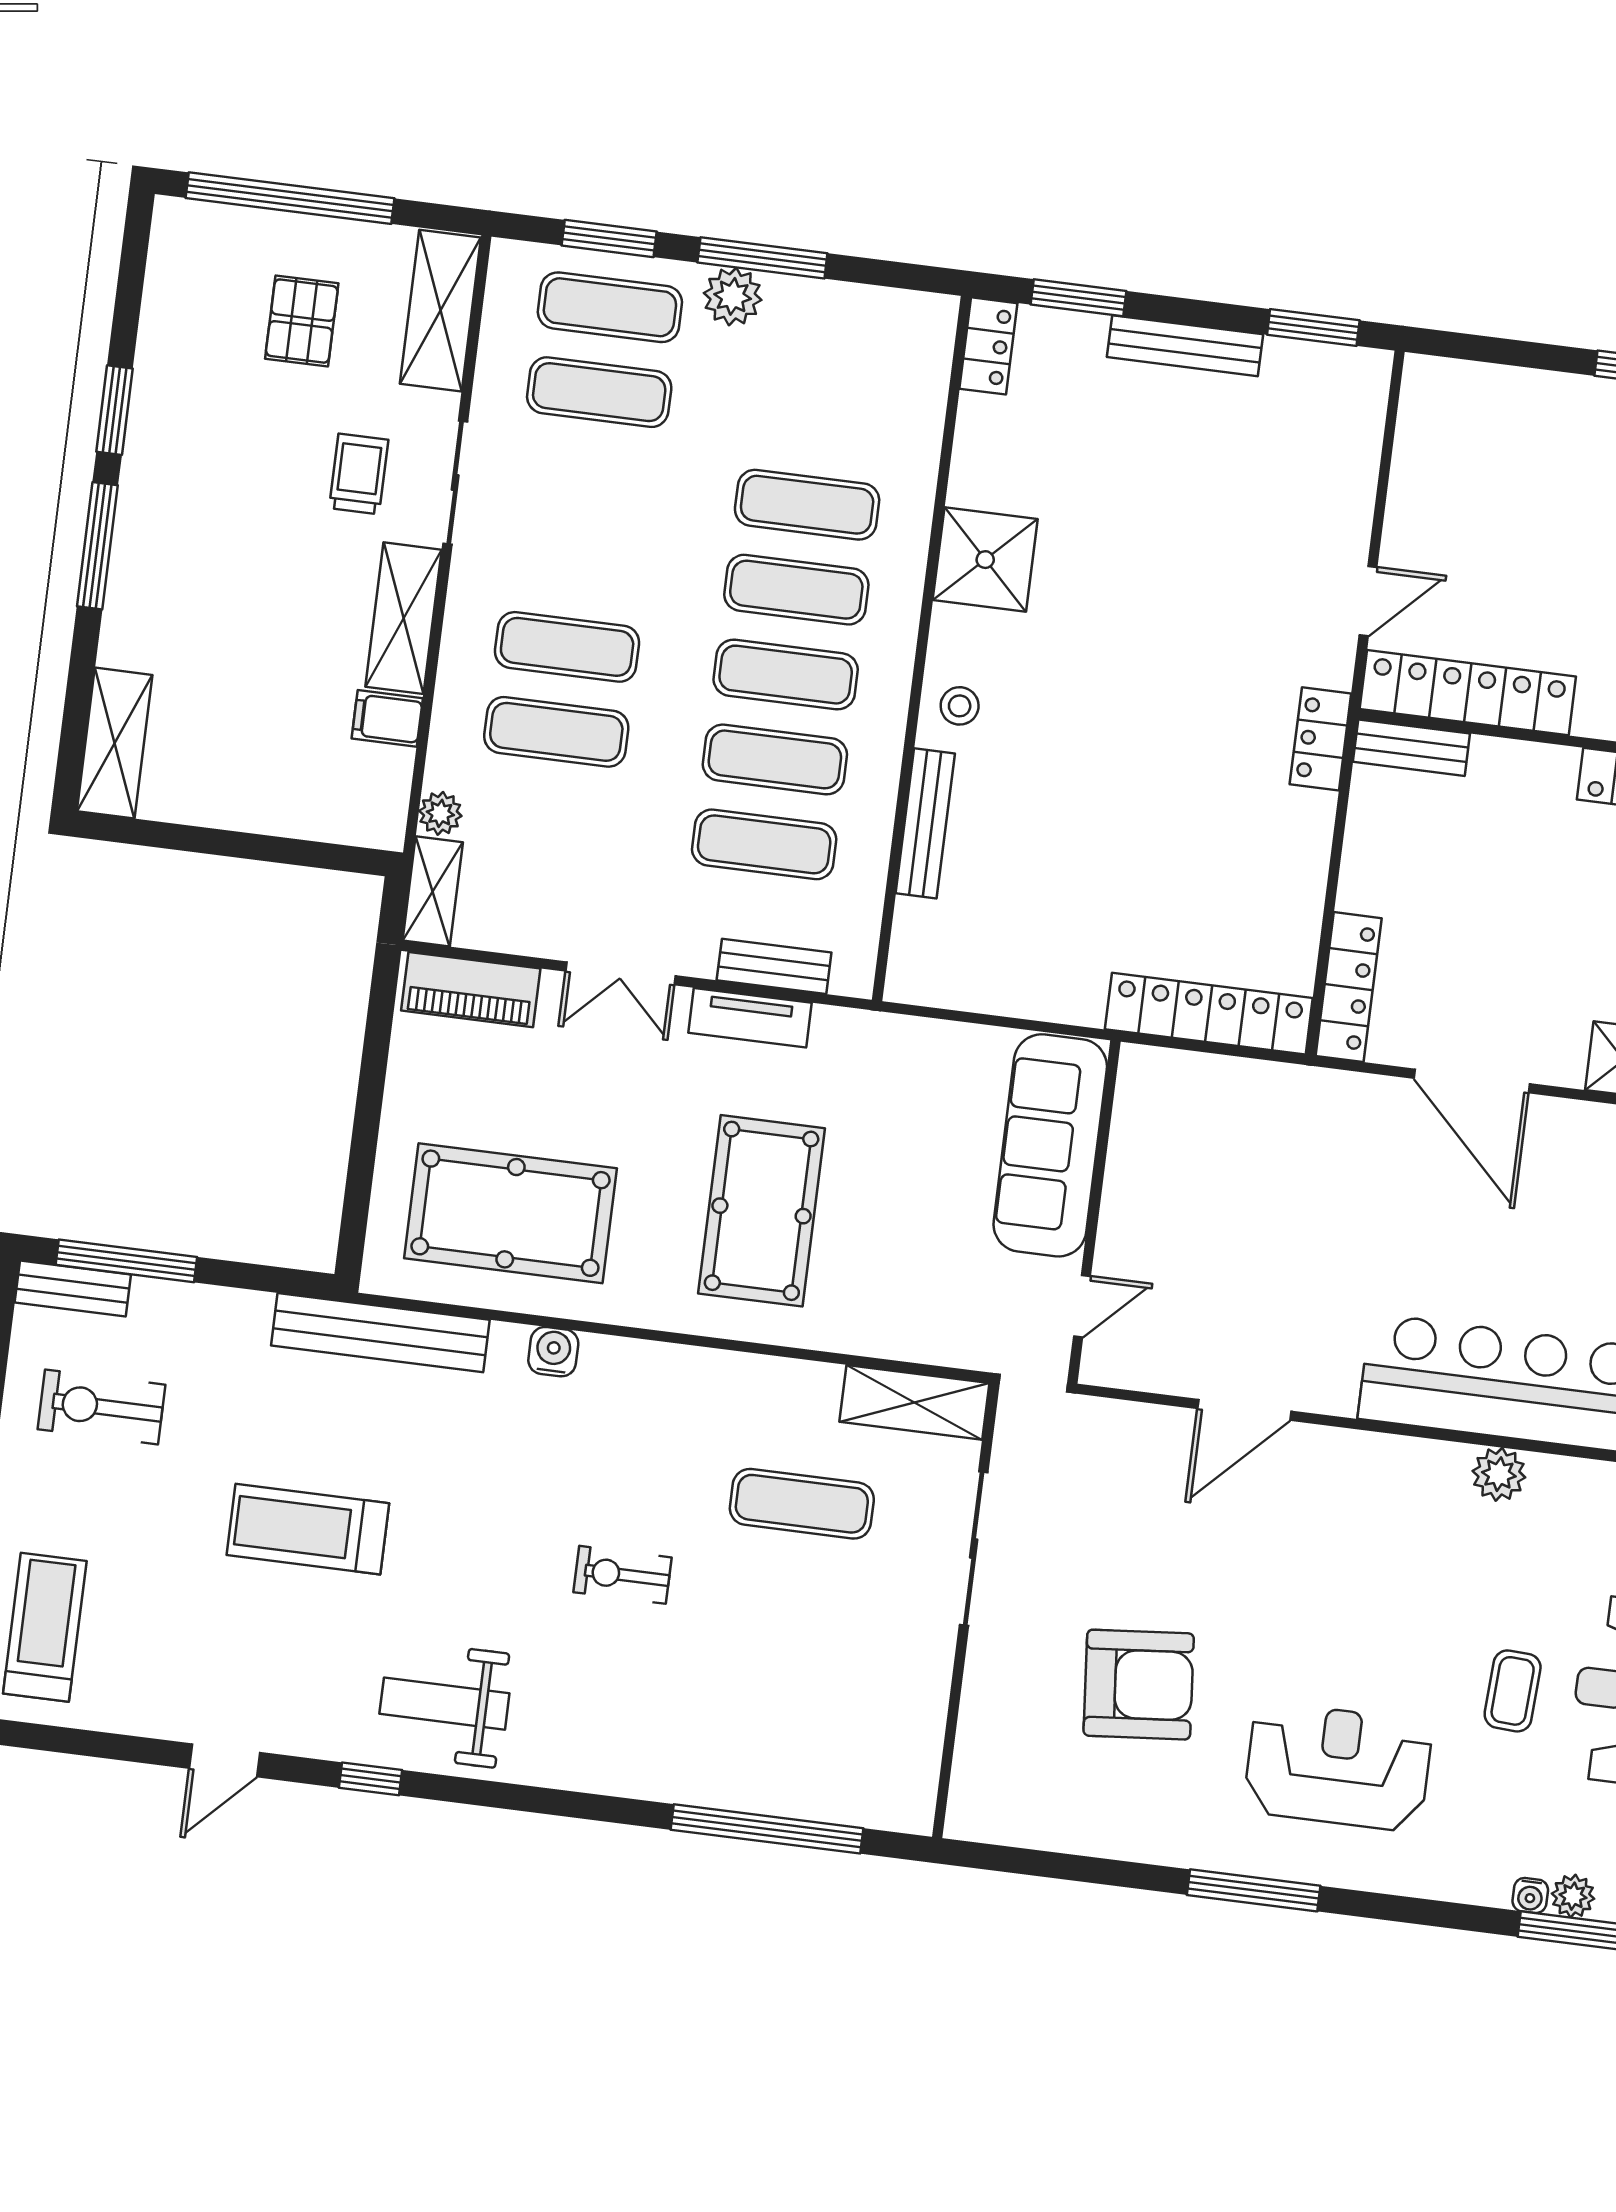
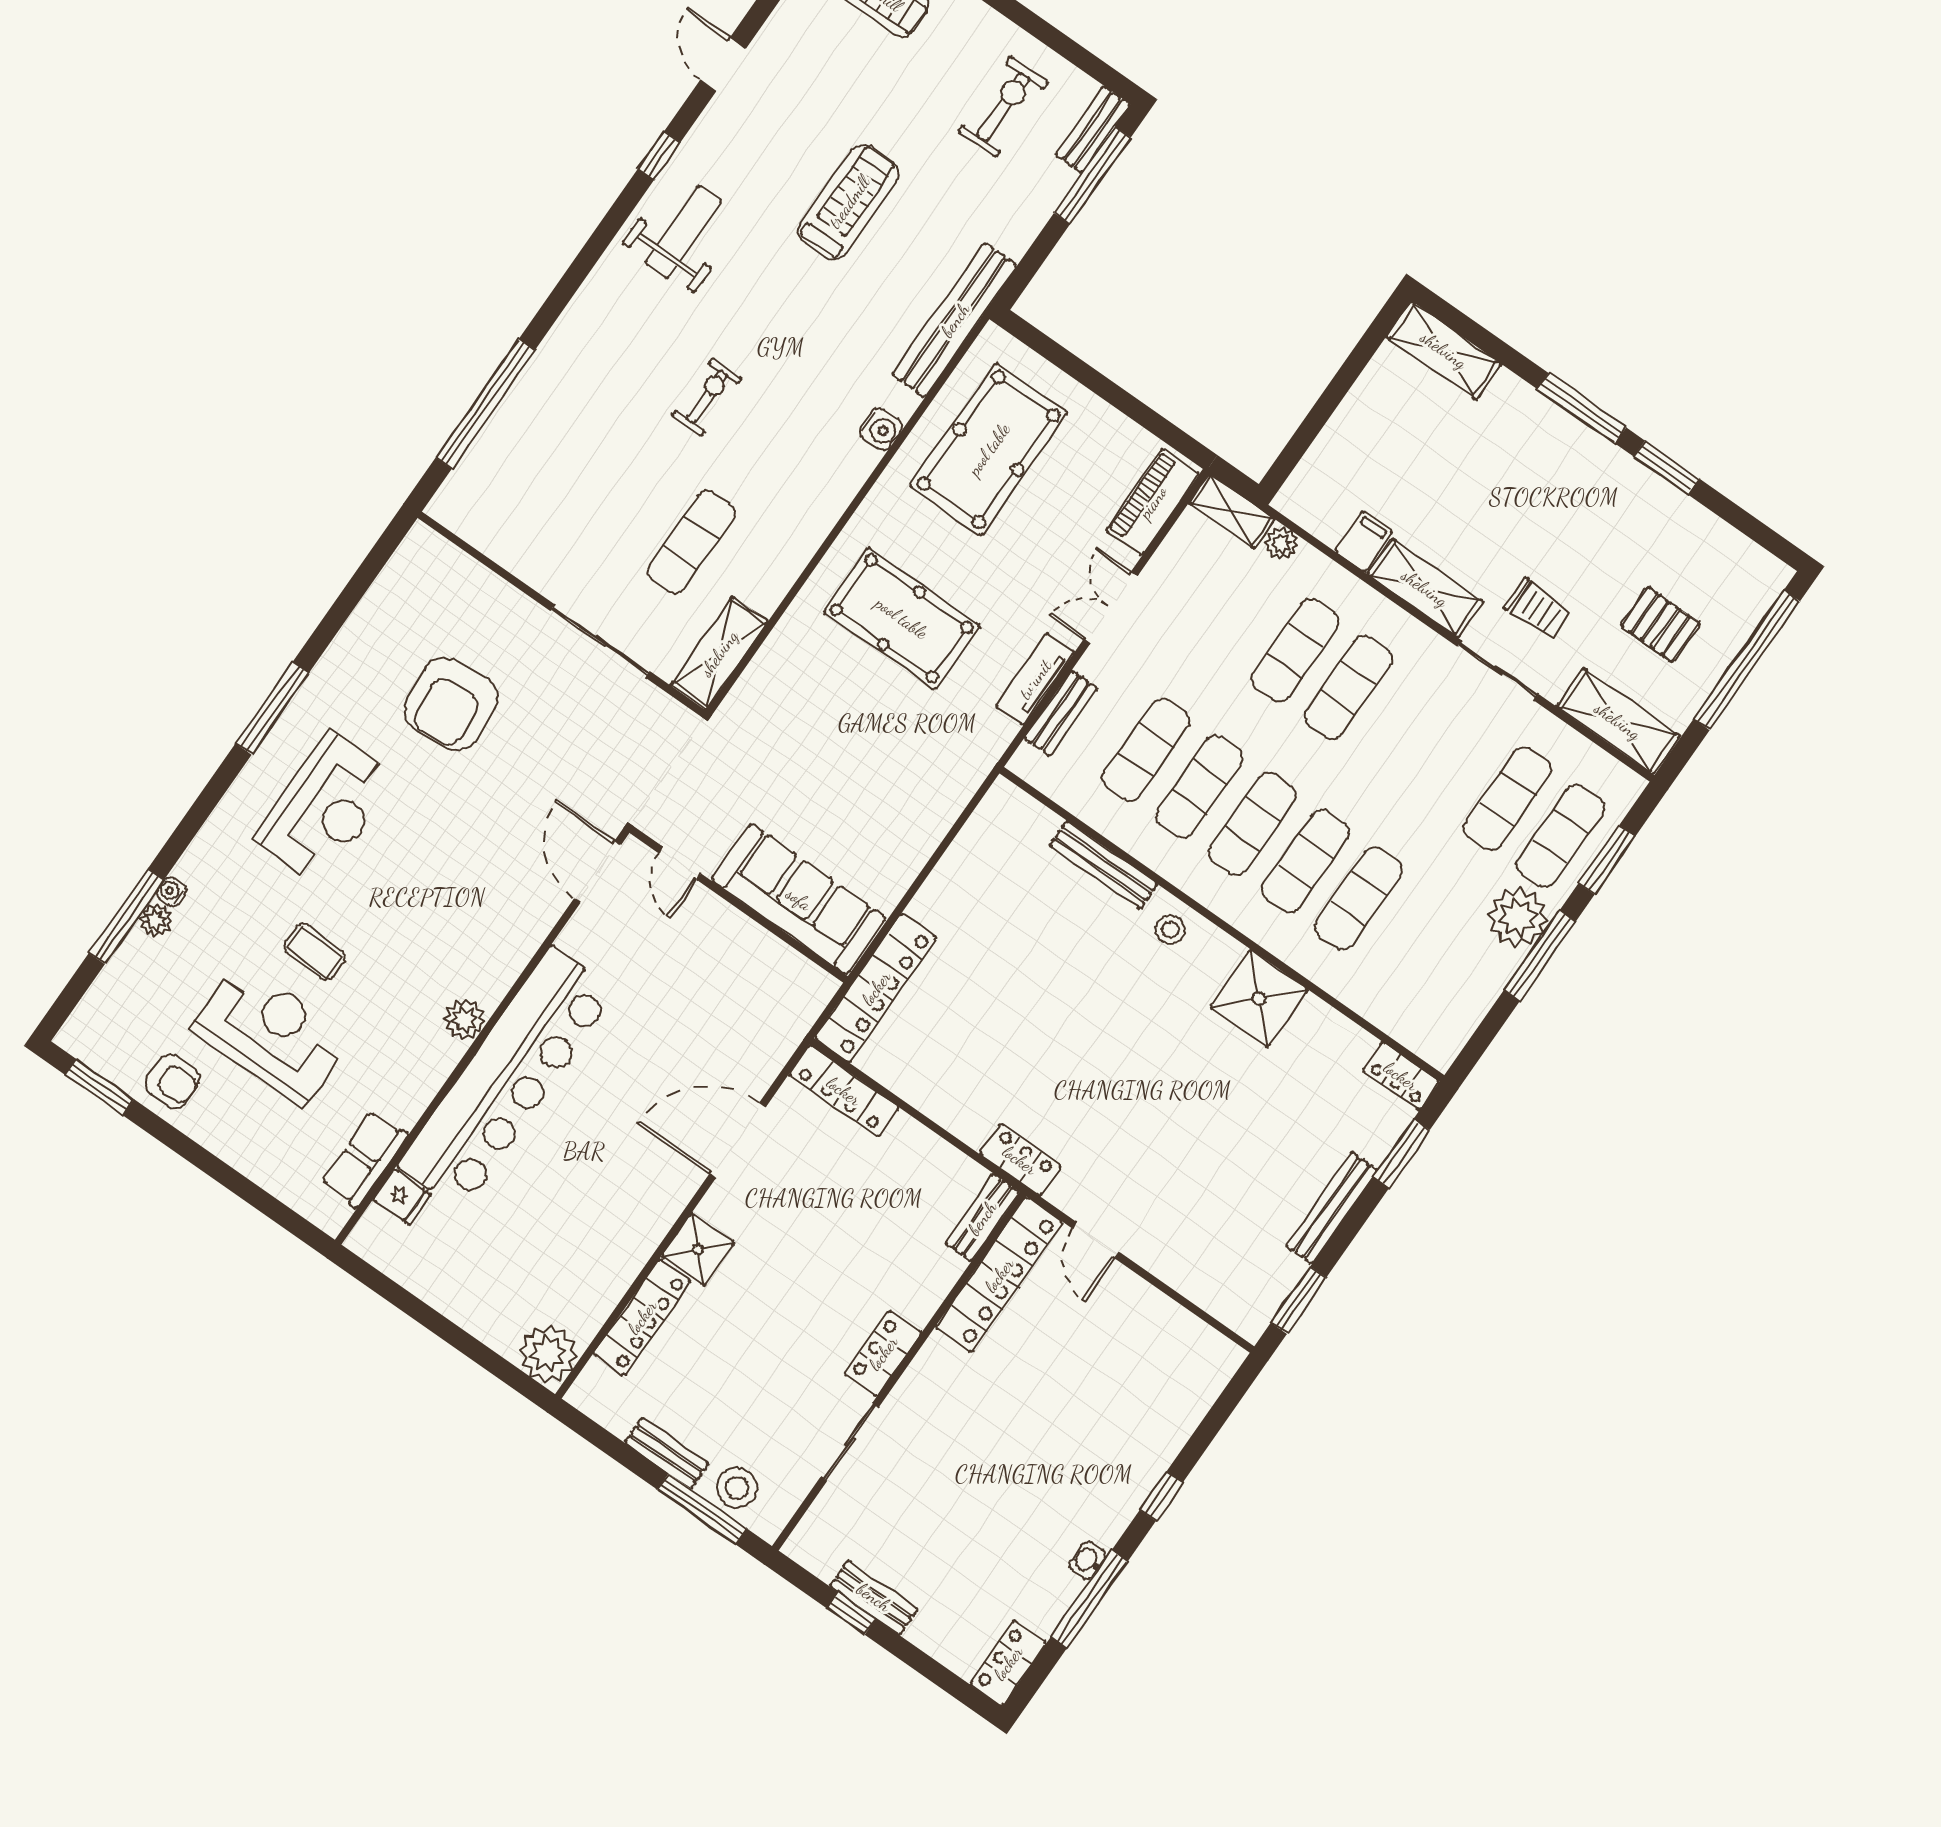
plant: (733, 296) -> (1518, 917), width x1.36, depth x1.36
sofa: (1050, 1145) -> (799, 899), moved
wall: (1094, 1212) -> (739, 905), moved
door: (1082, 1306) -> (680, 863), moved

